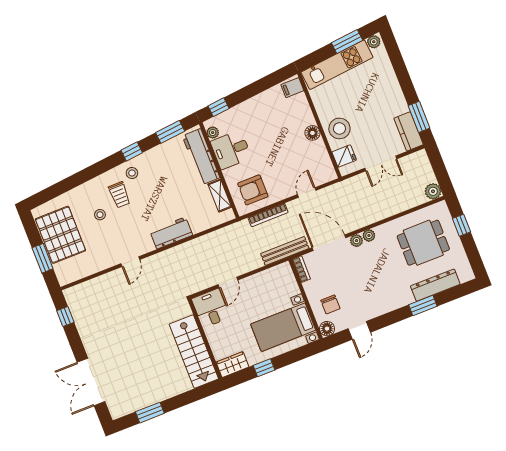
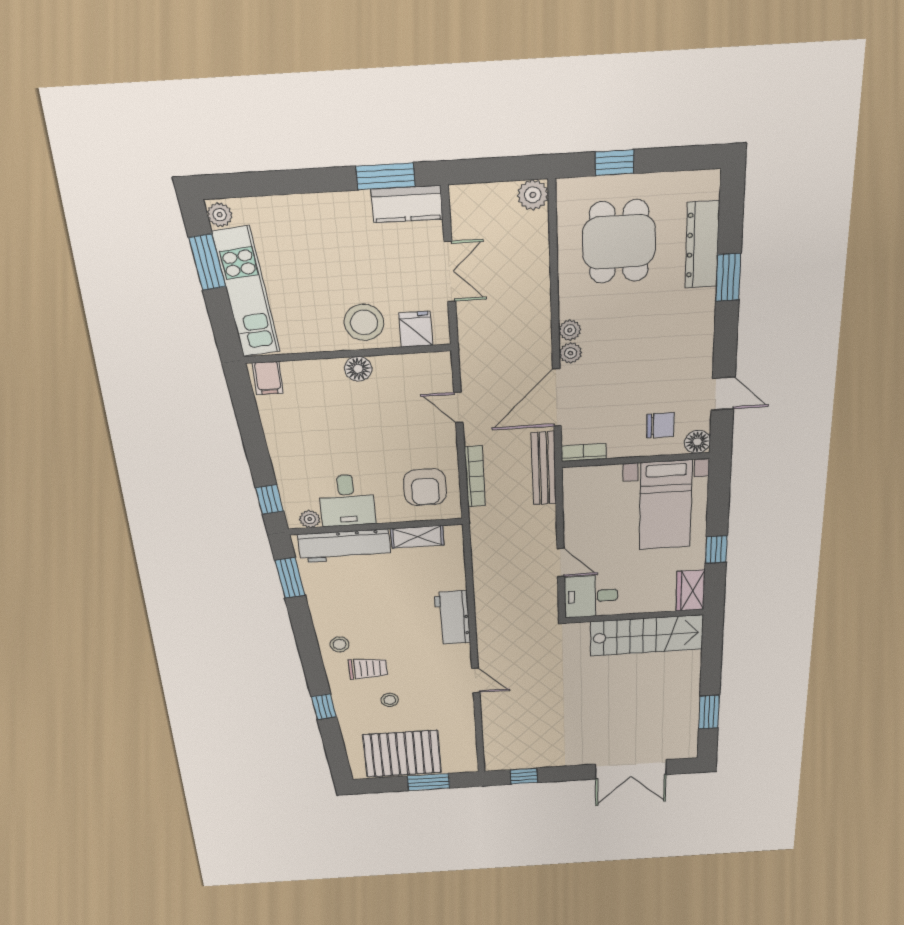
window: (132, 151) -> (324, 707), moved

